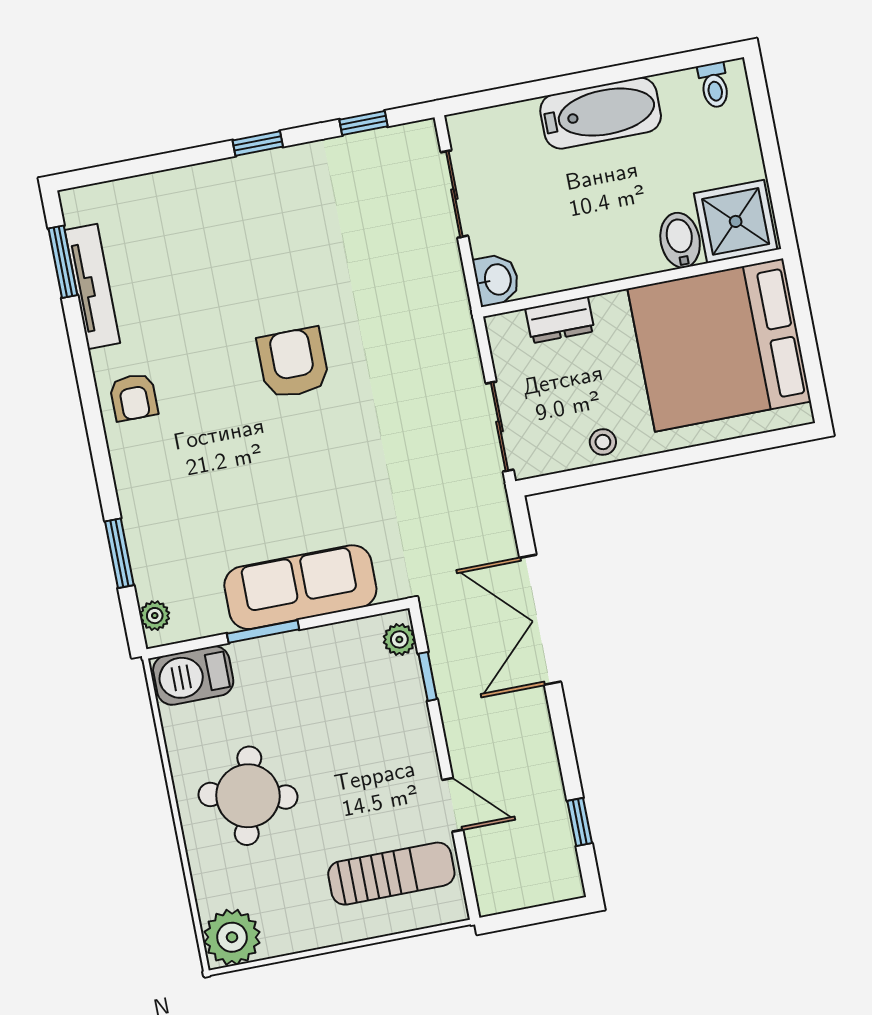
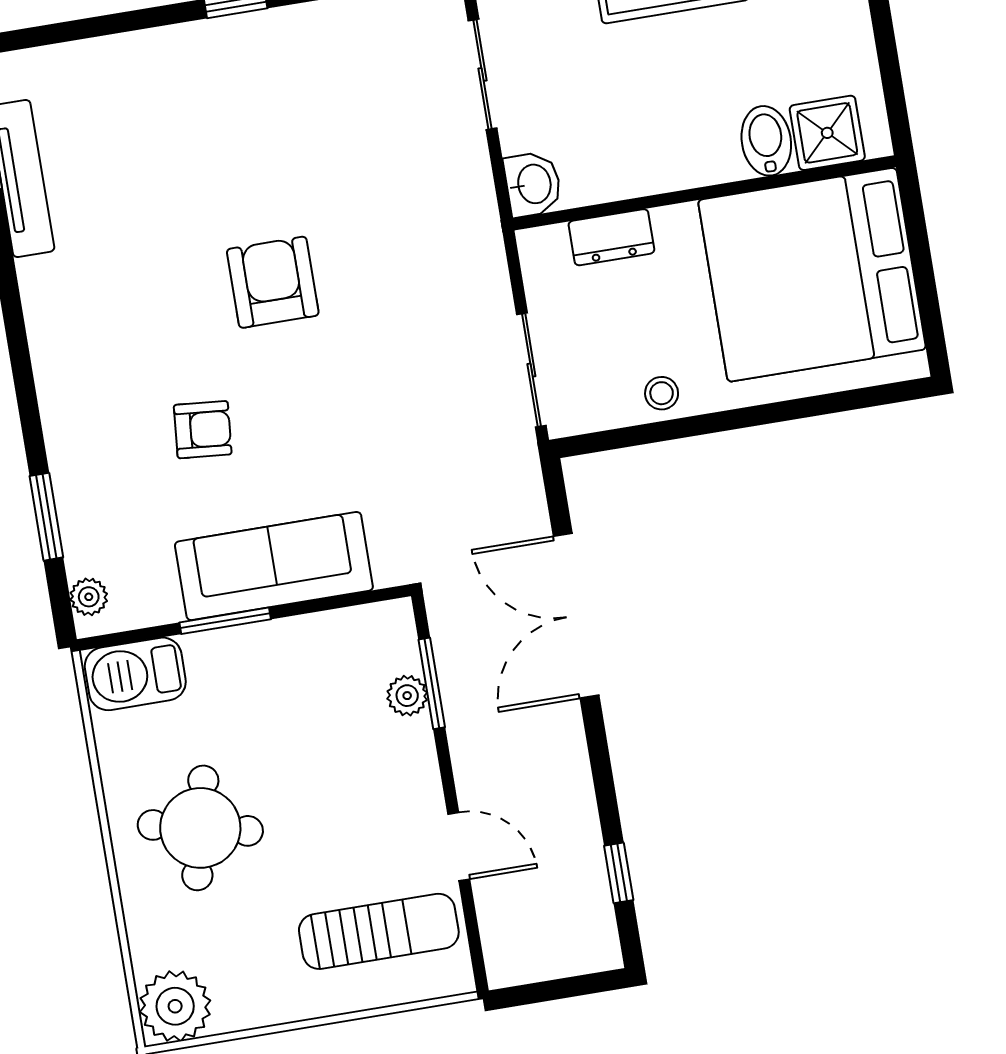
shower: (736, 221) -> (827, 133), width x0.73, depth x0.73
armchair: (134, 397) -> (203, 430), moved, turned -85
plant: (399, 639) -> (407, 696), moved
window: (428, 676) -> (432, 683), width x1.50

